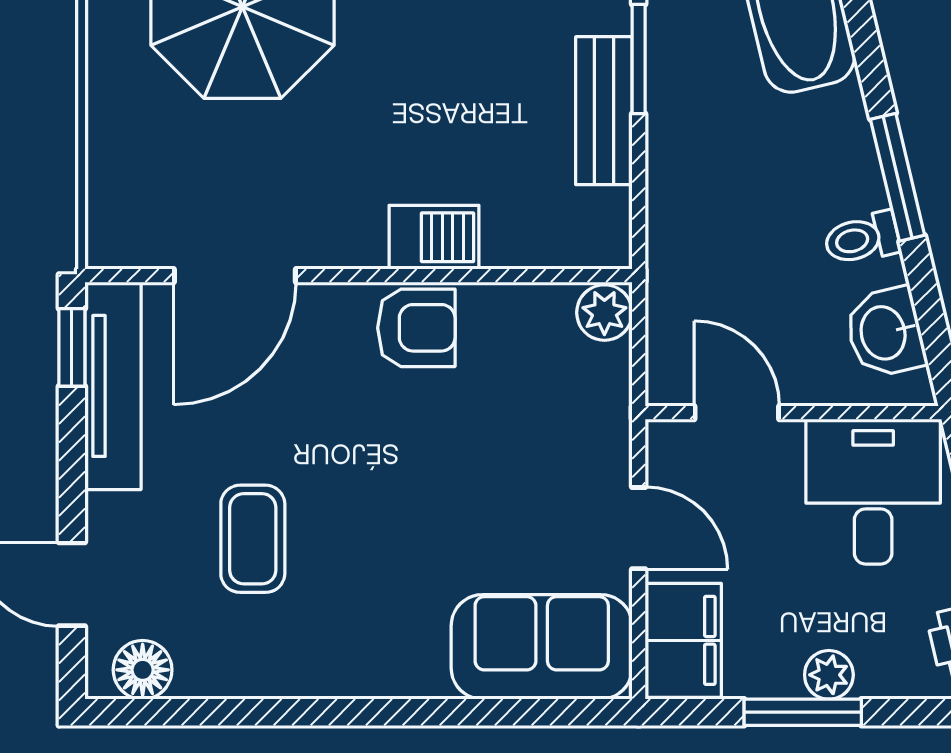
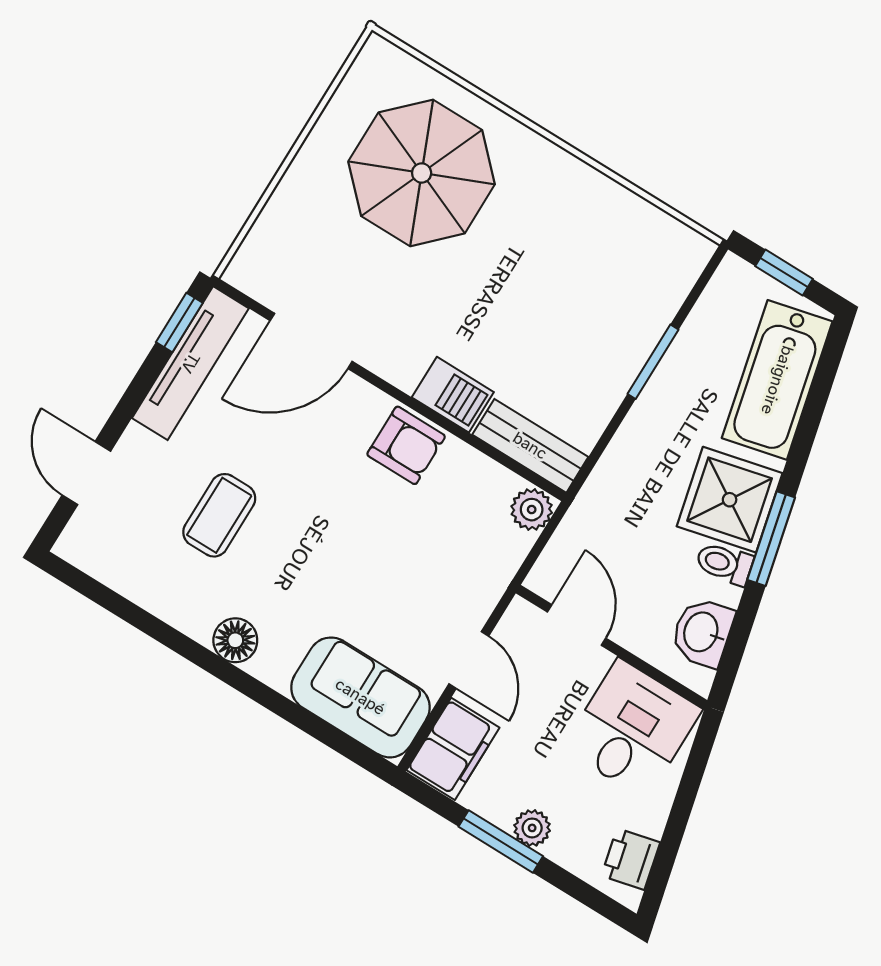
bench: (604, 111) -> (530, 446), moved, turned 90
shower: (823, 162) -> (730, 500), added
floor lamp: (143, 670) -> (235, 640), moved

